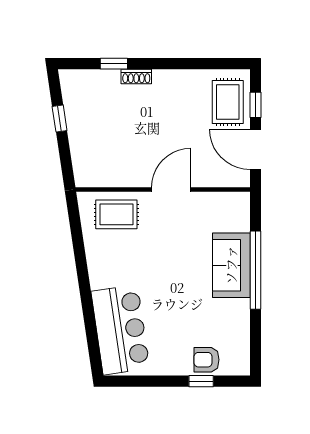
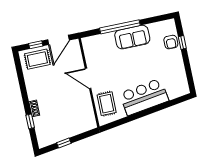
sofa: (231, 265) -> (132, 37), moved
bar counter: (120, 330) -> (144, 97), moved

